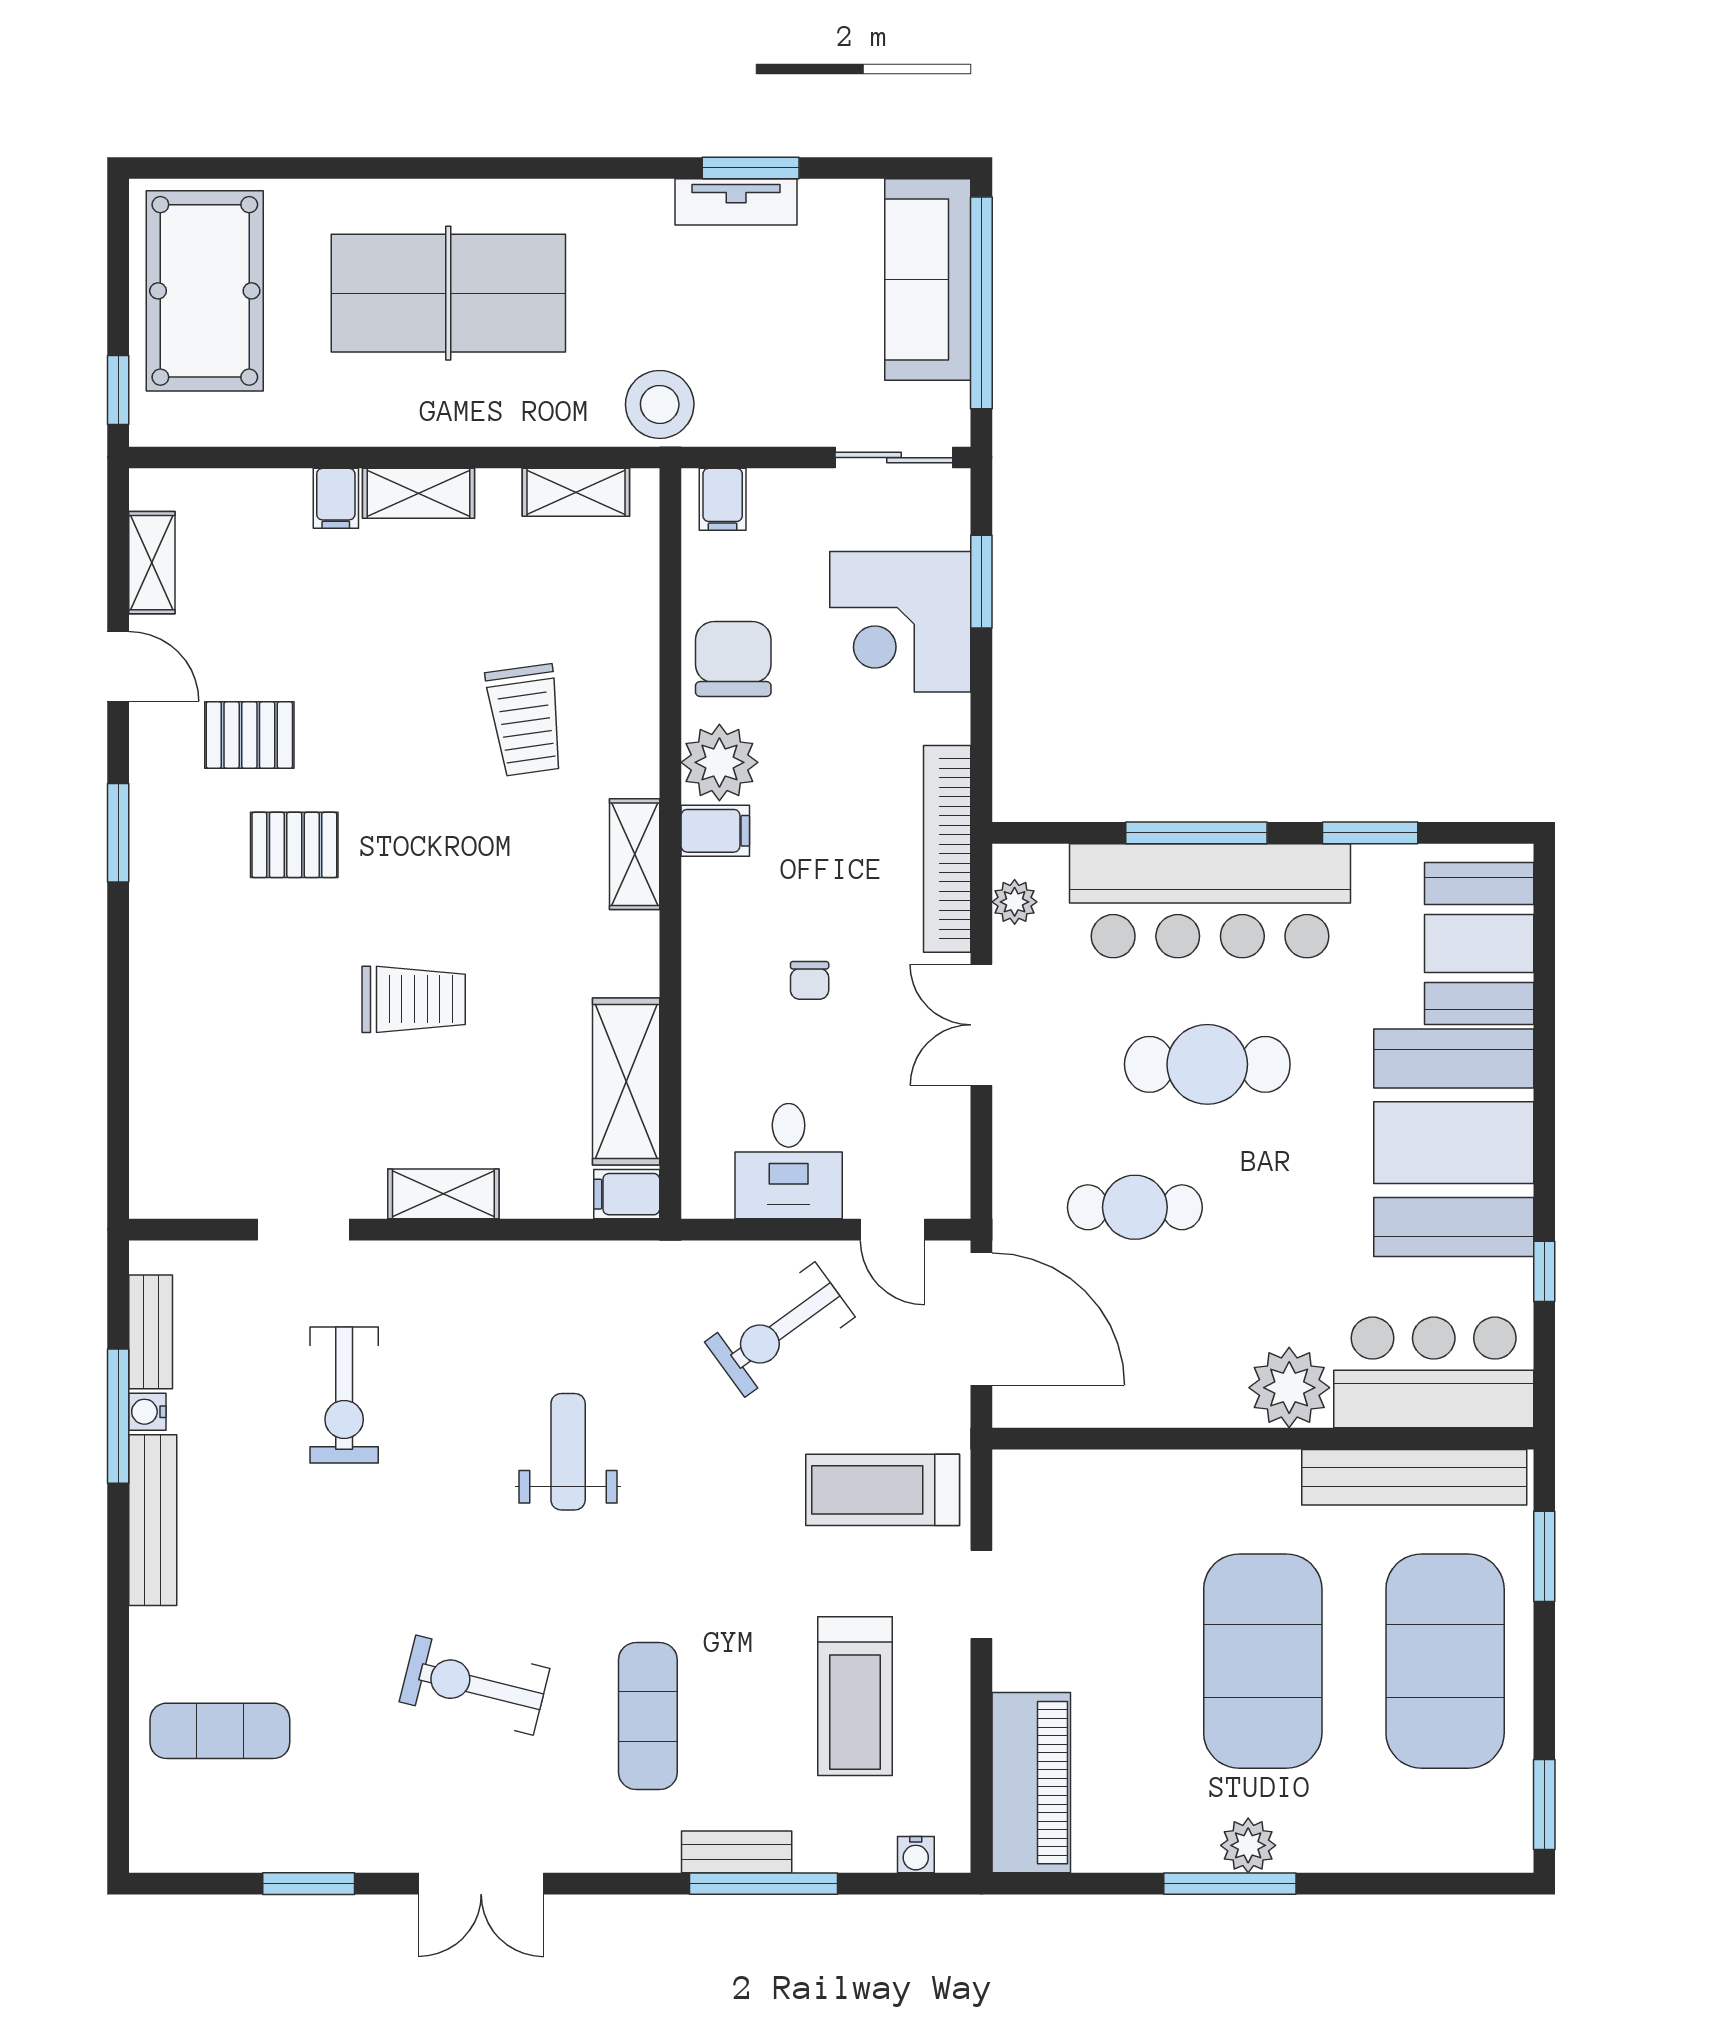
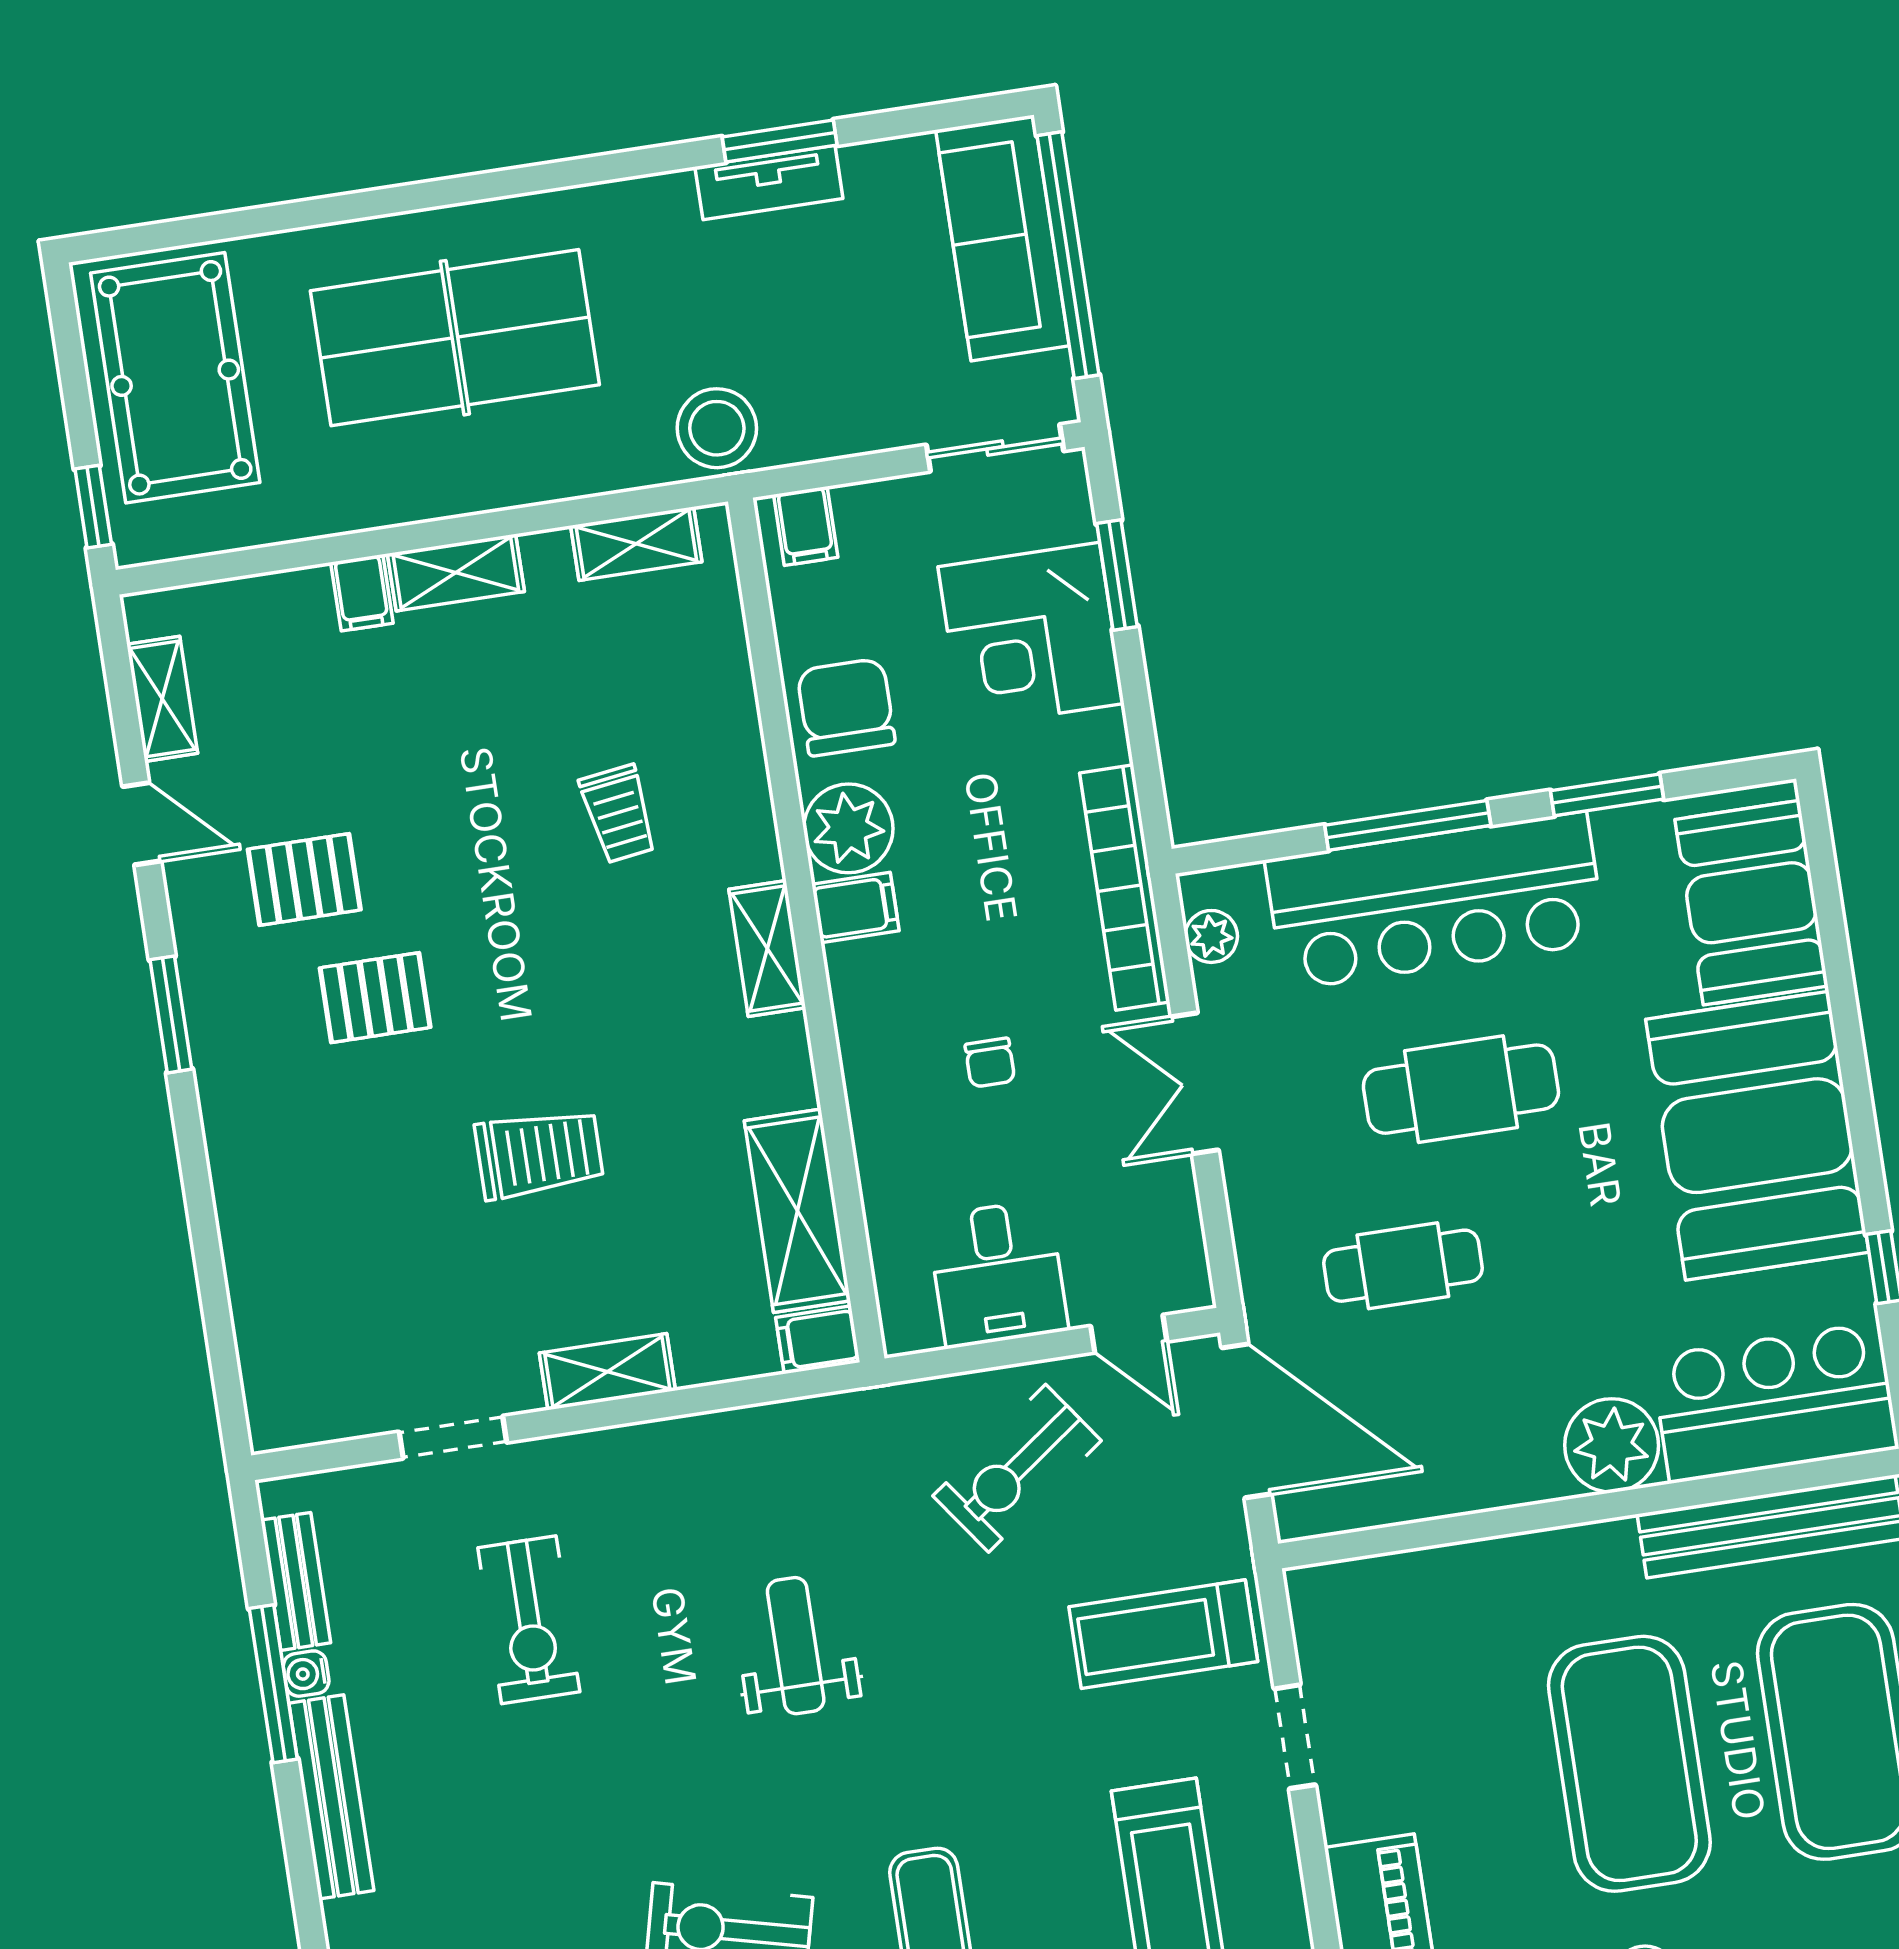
trolley: (526, 720) -> (618, 814), width x0.73, depth x0.72

